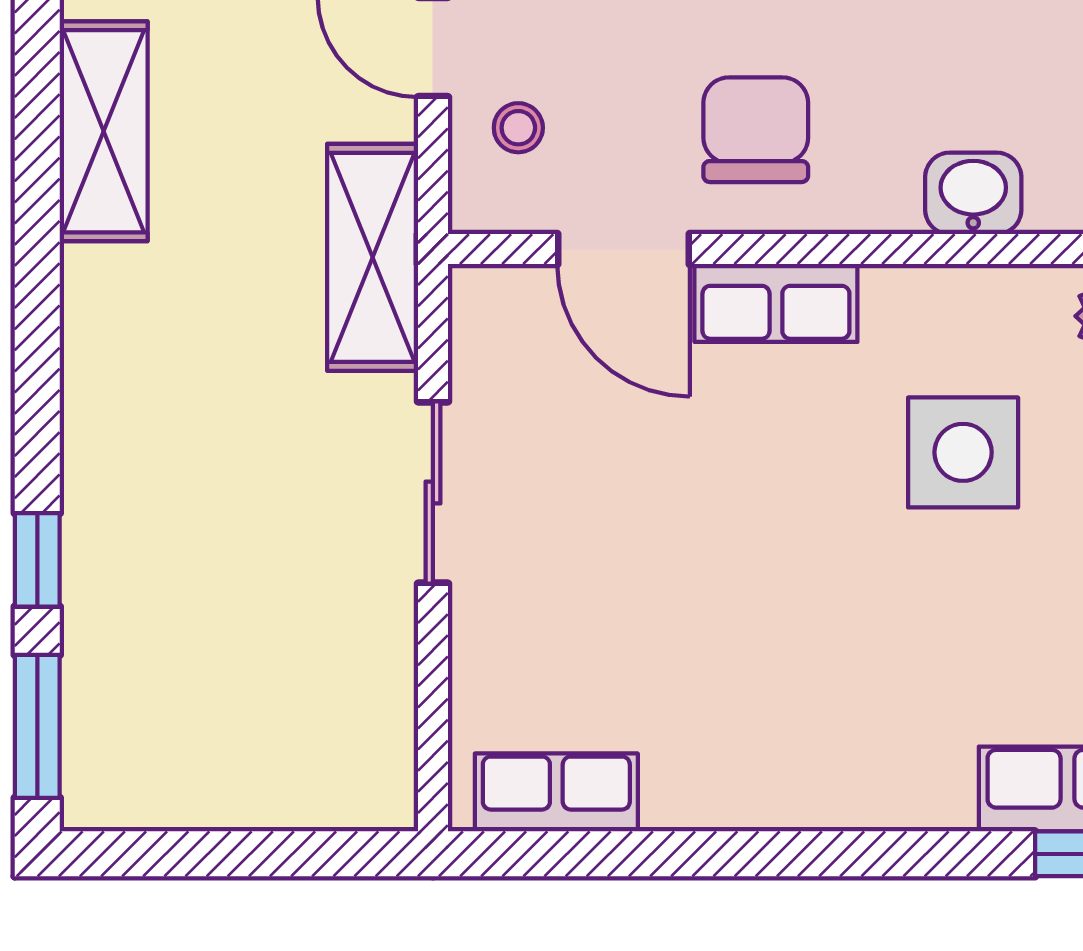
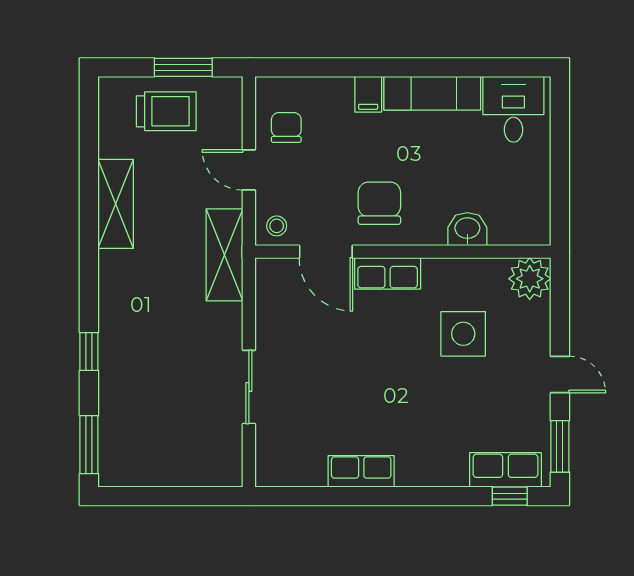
stool: (518, 128) -> (277, 226), moved
sliding door: (433, 493) -> (249, 387), moved
window: (37, 560) -> (89, 351), moved
row of seats: (556, 792) -> (361, 471), moved

